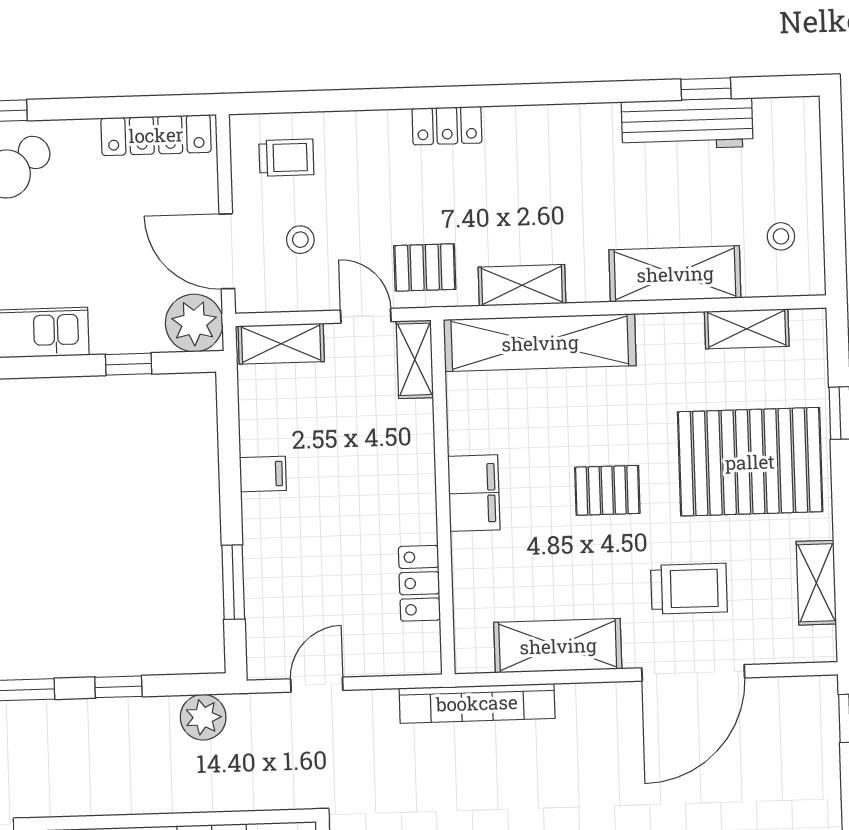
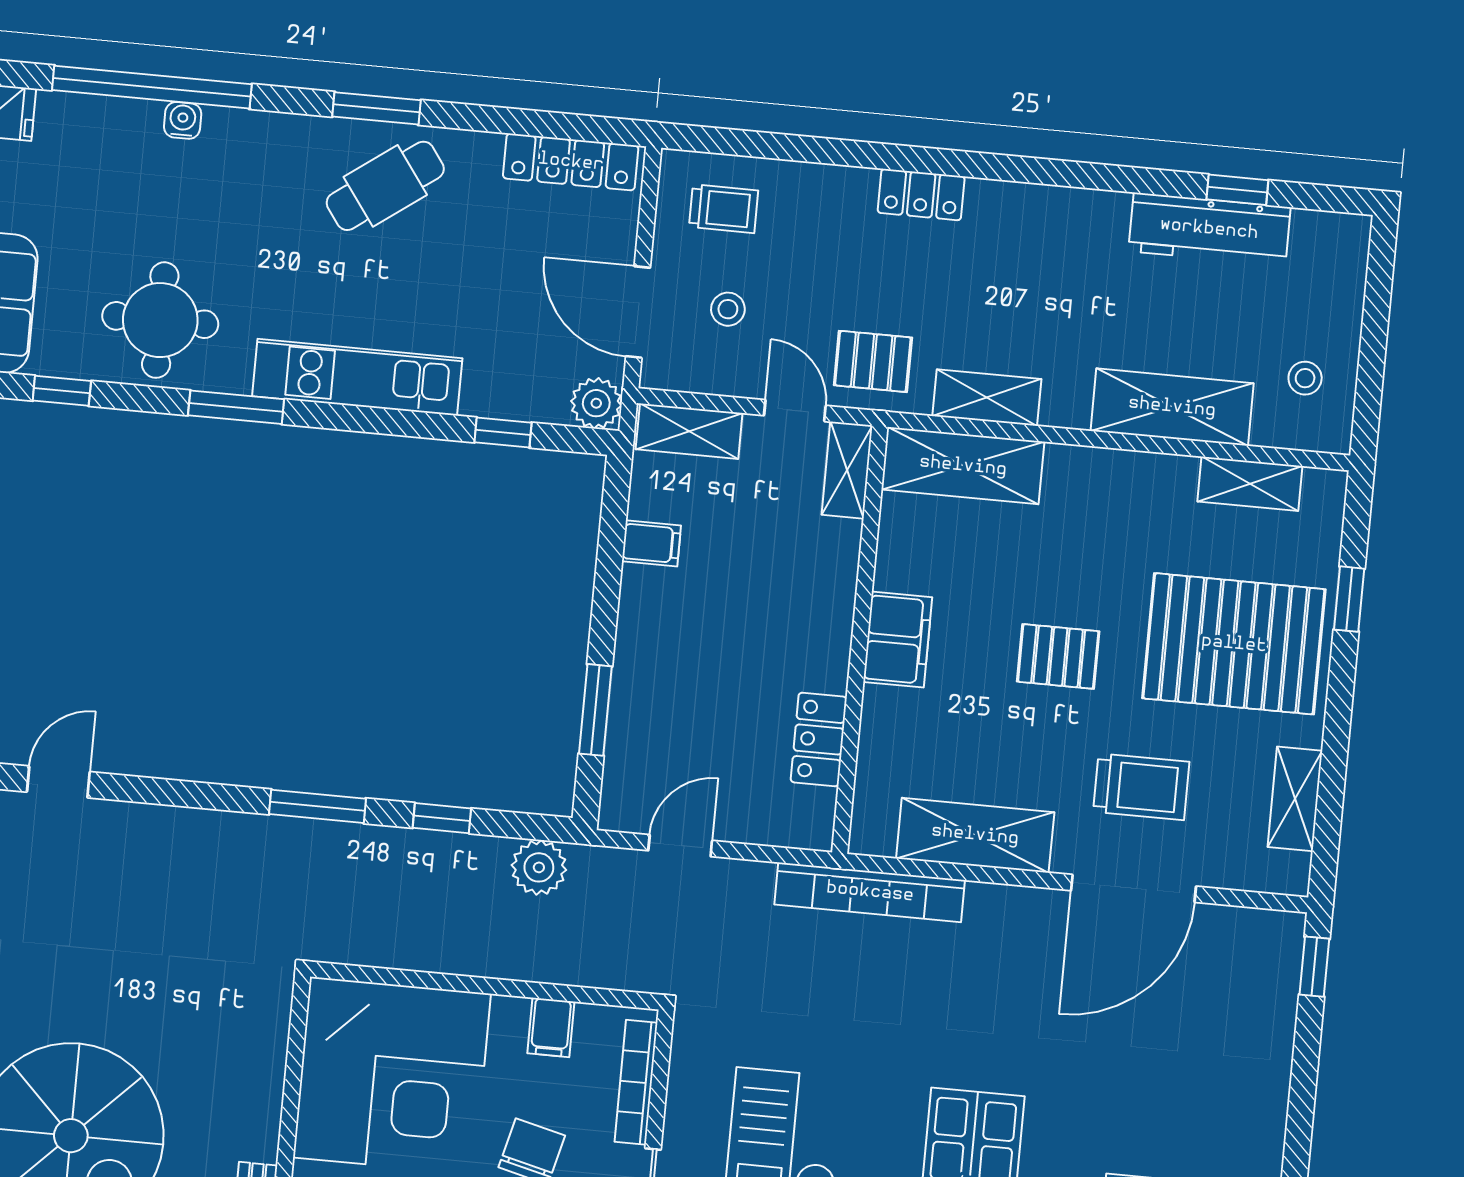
plant: (194, 323) -> (596, 403), width x0.73, depth x0.73
shelving: (540, 343) -> (963, 466), width x0.68
filing cabinet: (263, 474) -> (651, 543), moved

